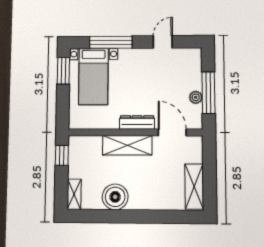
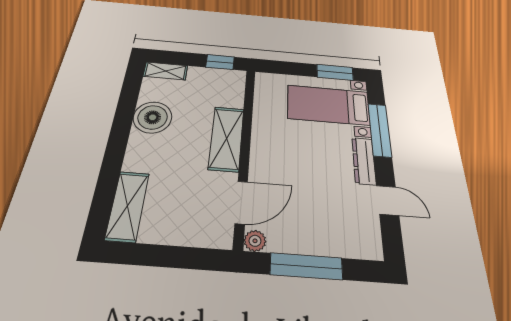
plant: (196, 97) -> (255, 241), moved
dresser: (137, 122) -> (364, 161), moved, turned 180
shelving: (194, 187) -> (128, 206), moved, turned 90

